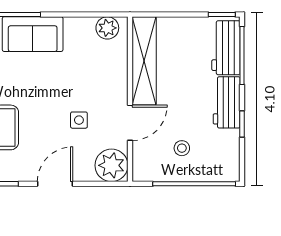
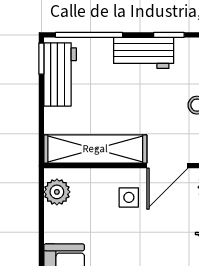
workbench: (226, 48) -> (60, 74), moved, turned -90
side table: (79, 120) -> (129, 197), moved
door: (130, 123) -> (167, 166), swing flipped

